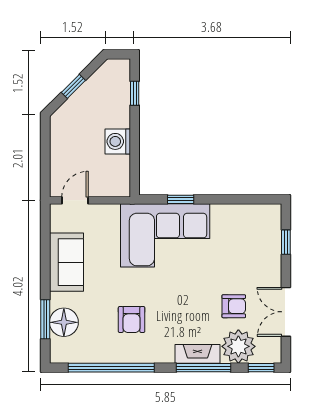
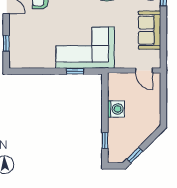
window: (73, 86) -> (135, 155), moved
door: (75, 200) -> (144, 70), hinge flipped

